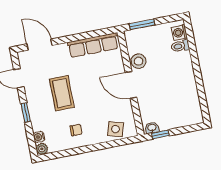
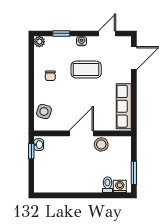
window: (142, 24) -> (134, 173), moved
window: (26, 112) -> (61, 33), moved
water cooler: (39, 137) -> (82, 41), moved

